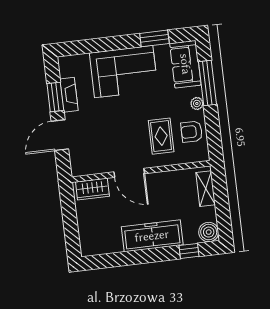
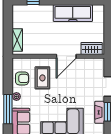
door: (129, 173) -> (66, 56), swing flipped
boiler: (209, 232) -> (19, 11), removed
freezer: (152, 236) -> (73, 13), moved

